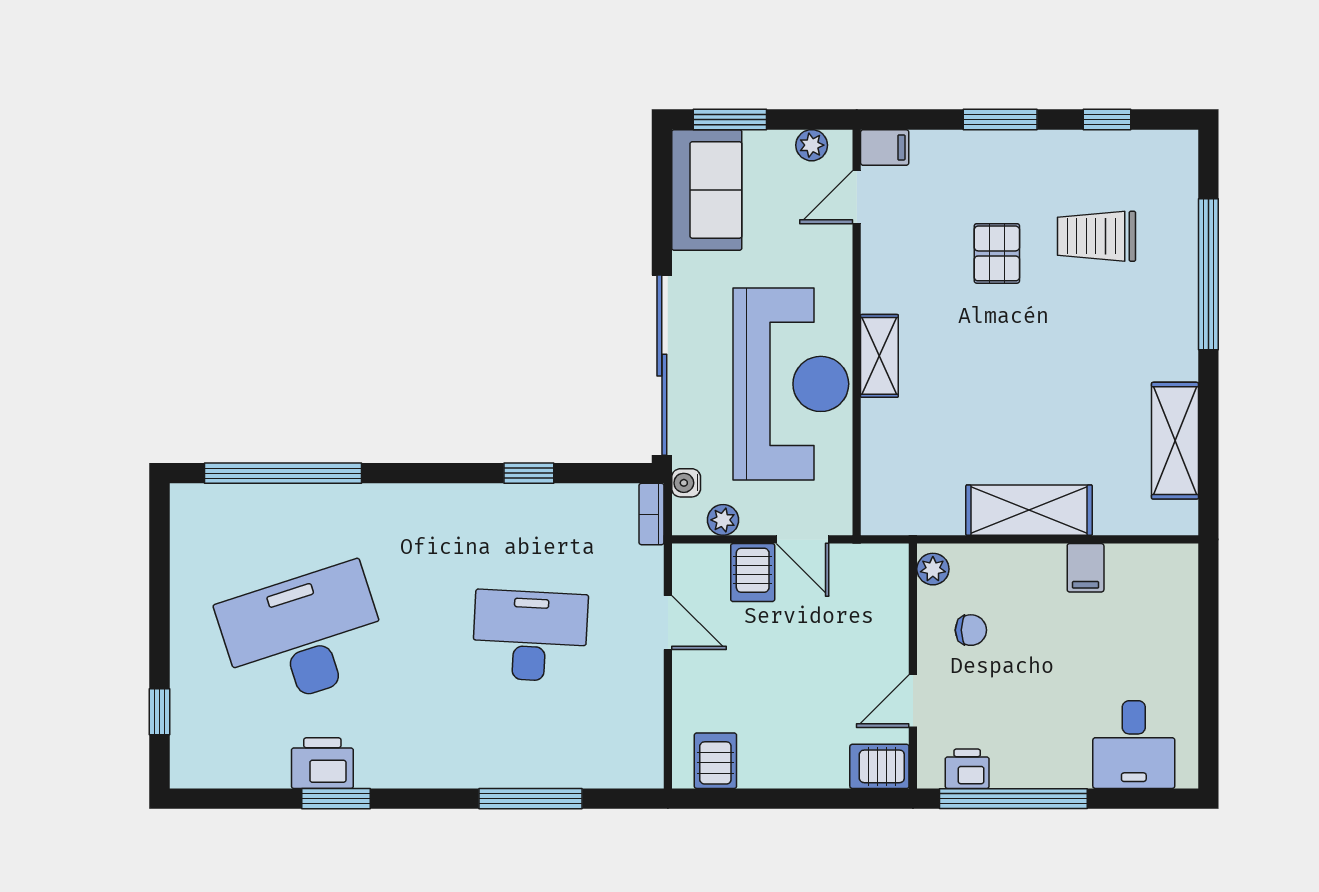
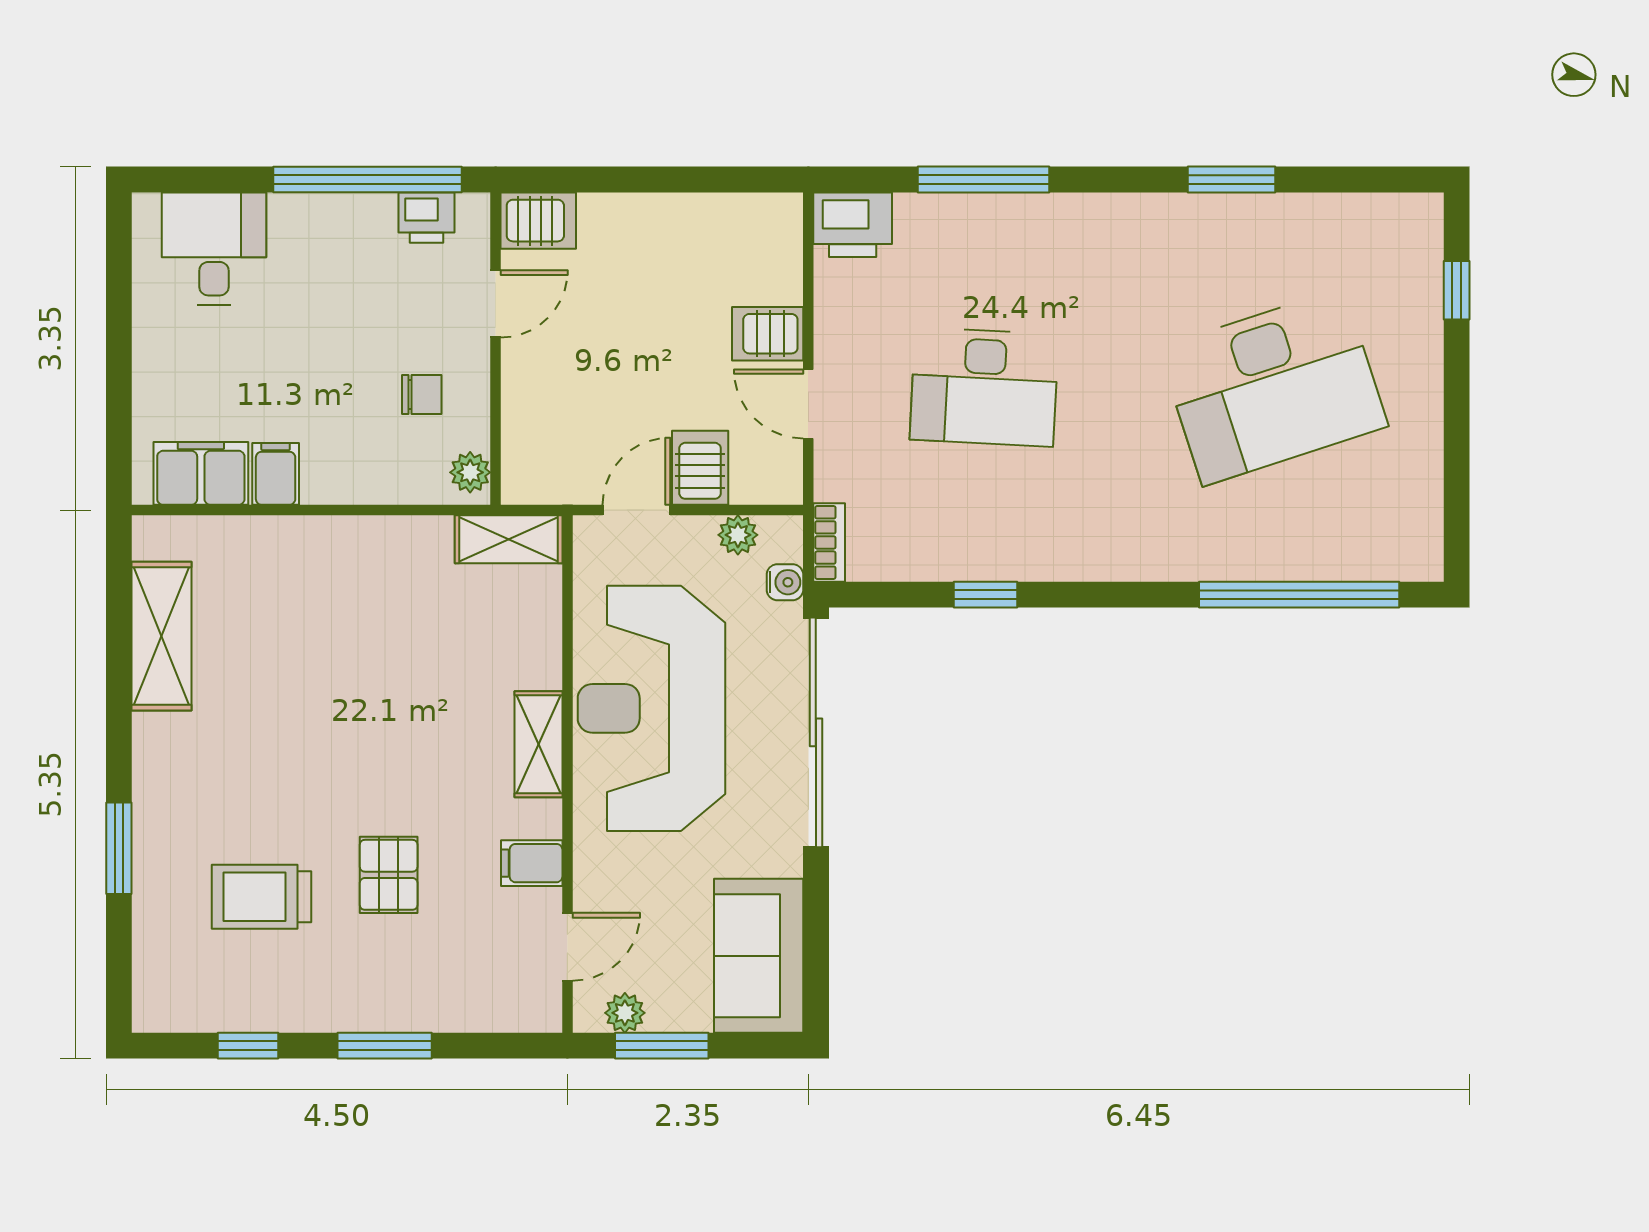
window: (730, 119) -> (662, 1046), moved
filing cabinet: (885, 147) -> (532, 863), moved
trolley: (1097, 236) -> (261, 897), turned 180
window: (1208, 274) -> (119, 848), width x0.47
shelving: (1029, 510) -> (509, 539), moved, width x0.67, depth x0.75
door: (803, 539) -> (636, 510), hinge flipped
filing cabinet: (1144, 568) -> (201, 473), added
chair: (971, 630) -> (422, 394), turned 180
server rack: (715, 761) -> (768, 334), moved, turned 90
printer: (322, 763) -> (853, 225), moved

